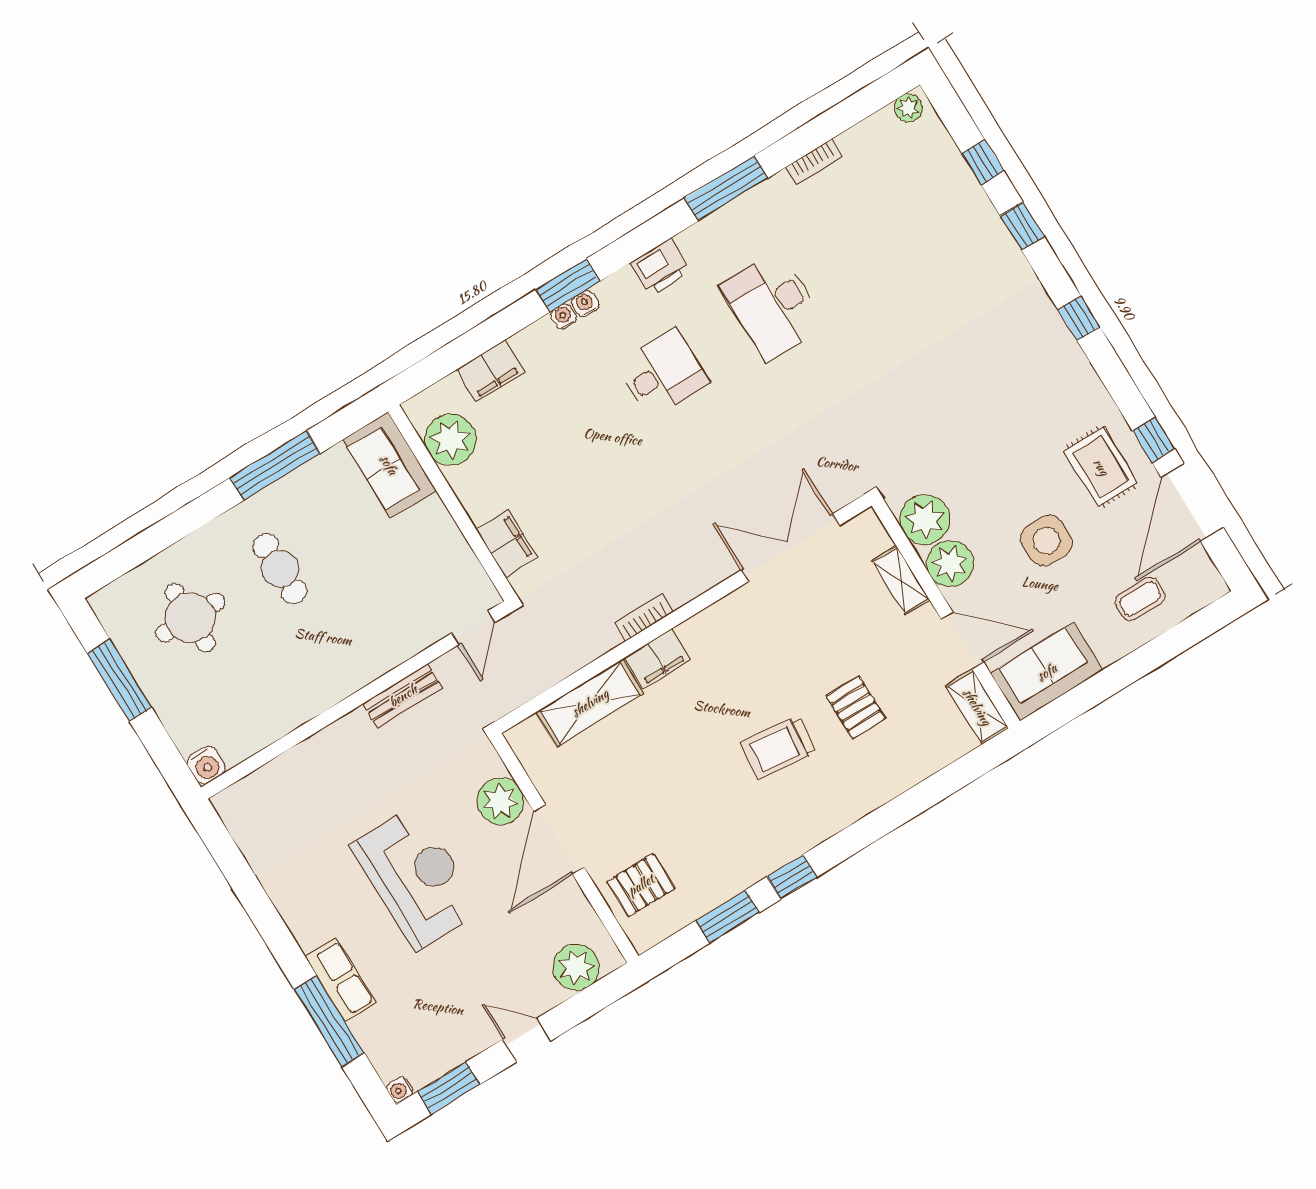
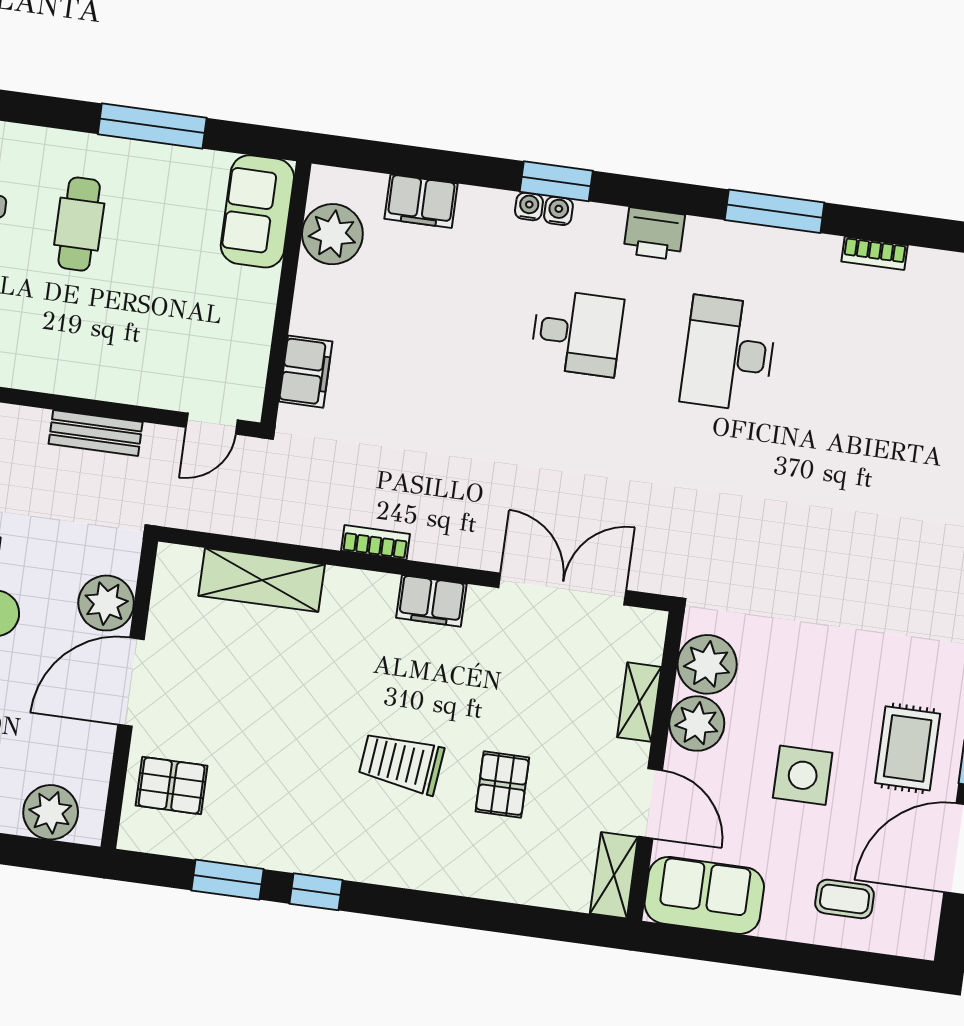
filing cabinet: (657, 659) -> (431, 601), moved

